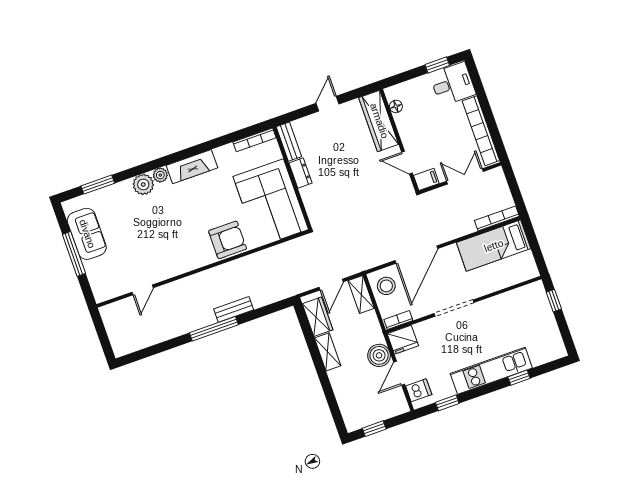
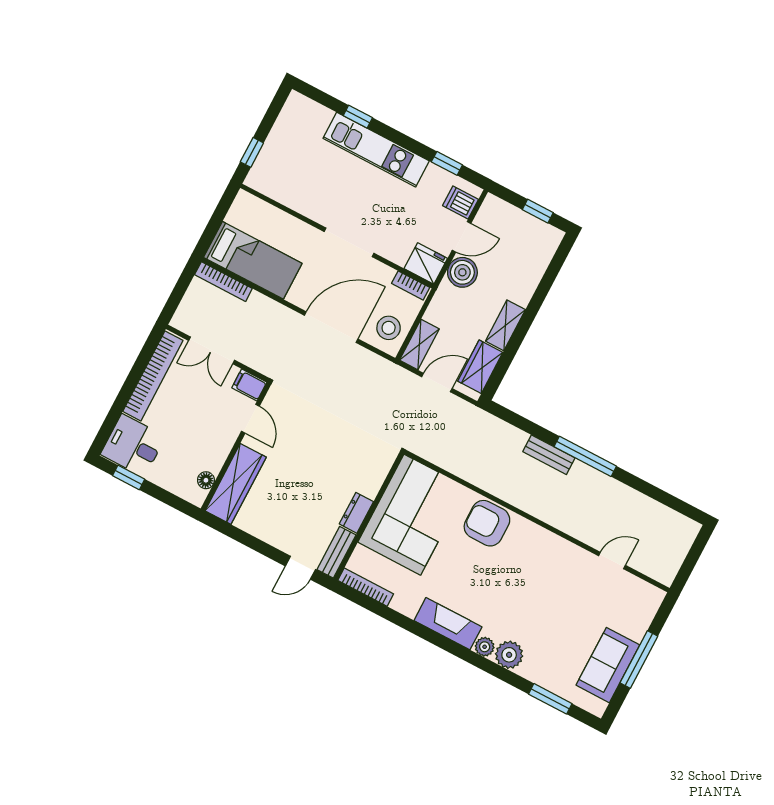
door: (328, 104) -> (300, 568), moved

